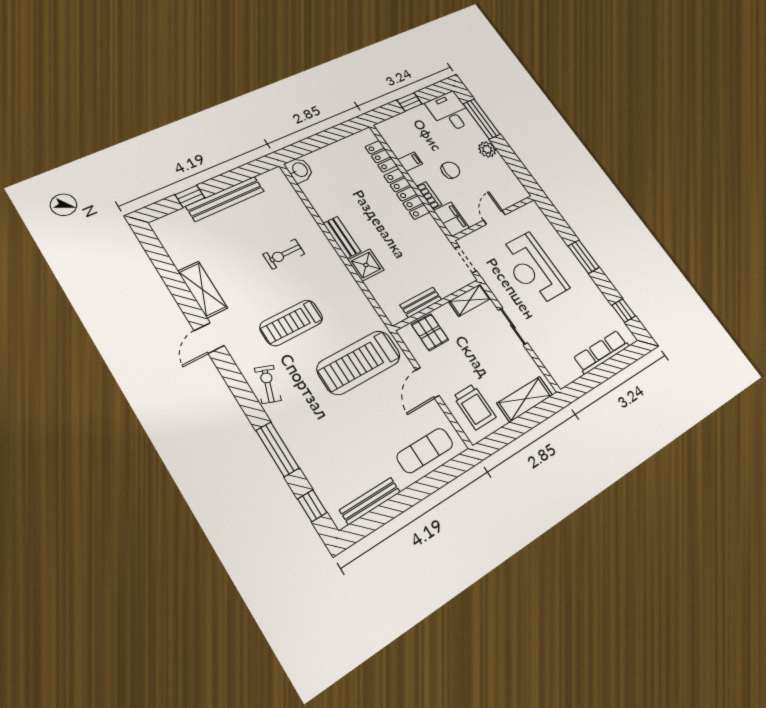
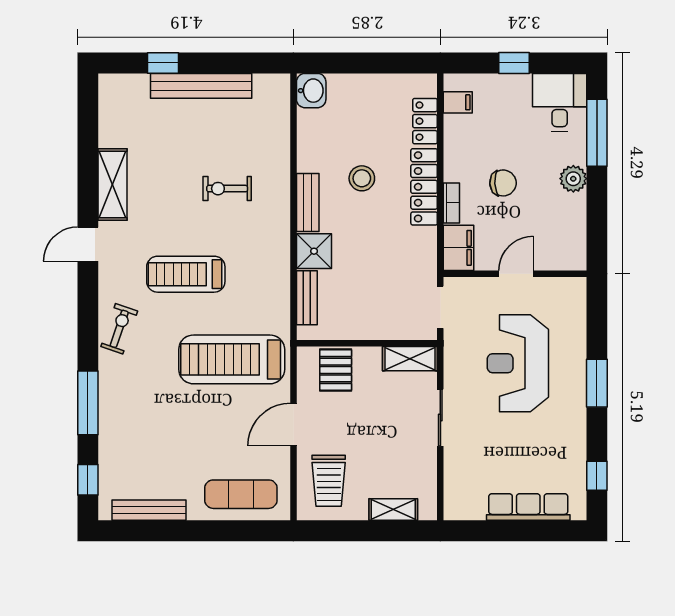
filing cabinet: (410, 162) -> (458, 102), moved
stool: (366, 207) -> (362, 178), added
bench: (421, 302) -> (307, 298), moved, turned 90
shelving: (525, 399) -> (393, 510), width x0.67, depth x0.75

